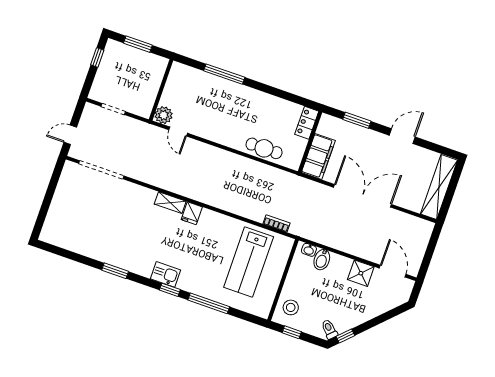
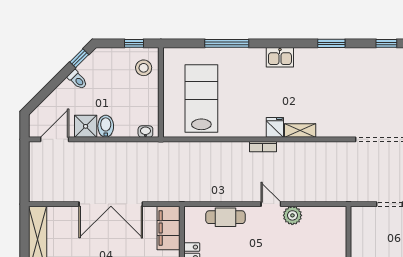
plant: (164, 115) -> (292, 215), moved
door: (178, 132) -> (271, 204), moved
bookcase: (276, 223) -> (263, 147), moved
bidet: (322, 260) -> (106, 126), moved
door: (393, 271) -> (55, 139), swing flipped
window: (170, 290) -> (386, 43), moved
toilet: (329, 329) -> (77, 80), moved

